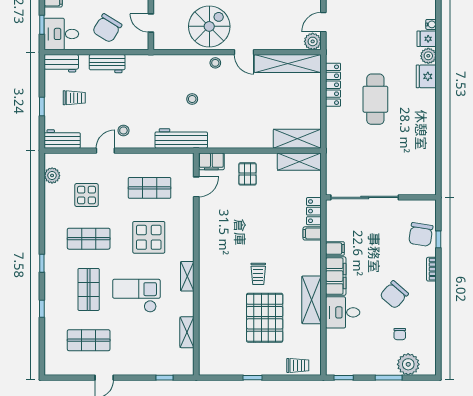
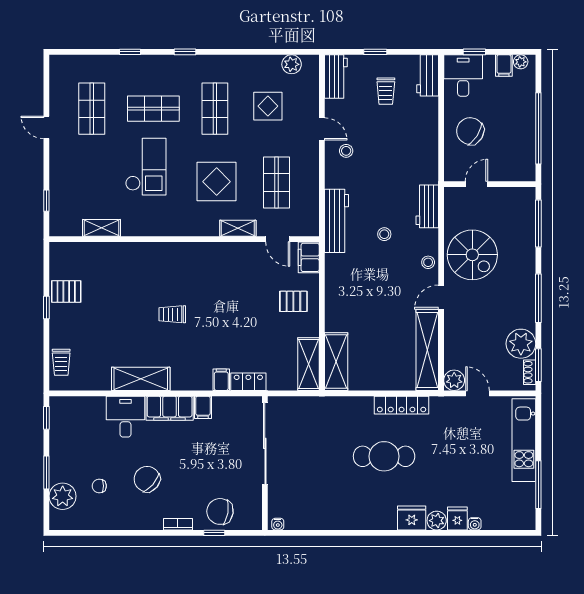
workbench: (107, 64) -> (427, 206), moved
water cooler: (431, 187) -> (278, 524), added
shelving: (187, 276) -> (238, 228), moved
pallet: (265, 318) -> (66, 291), moved, width x0.49, depth x0.50

